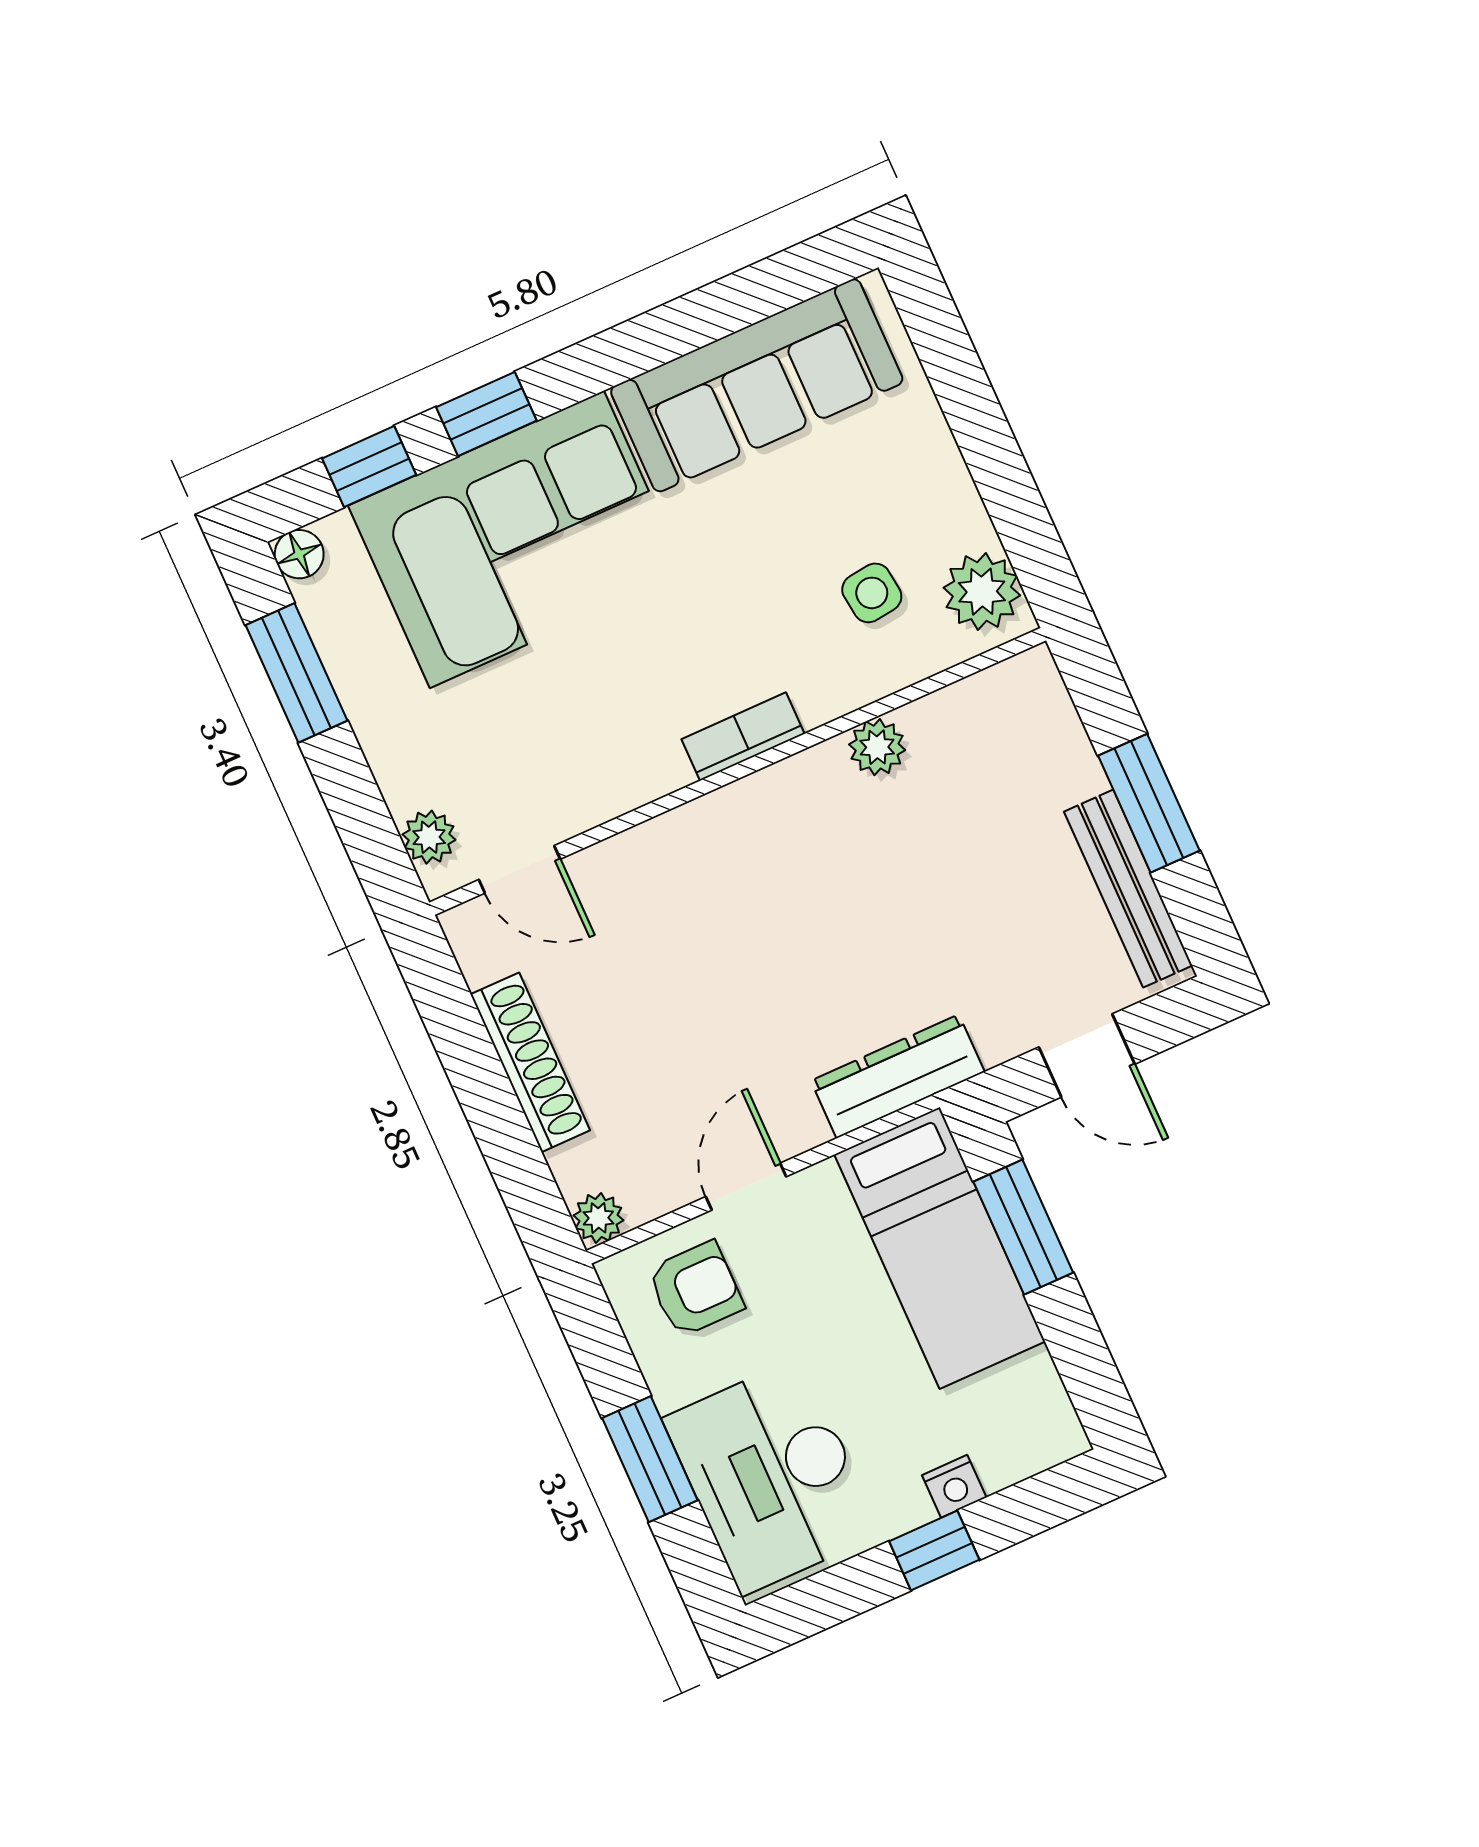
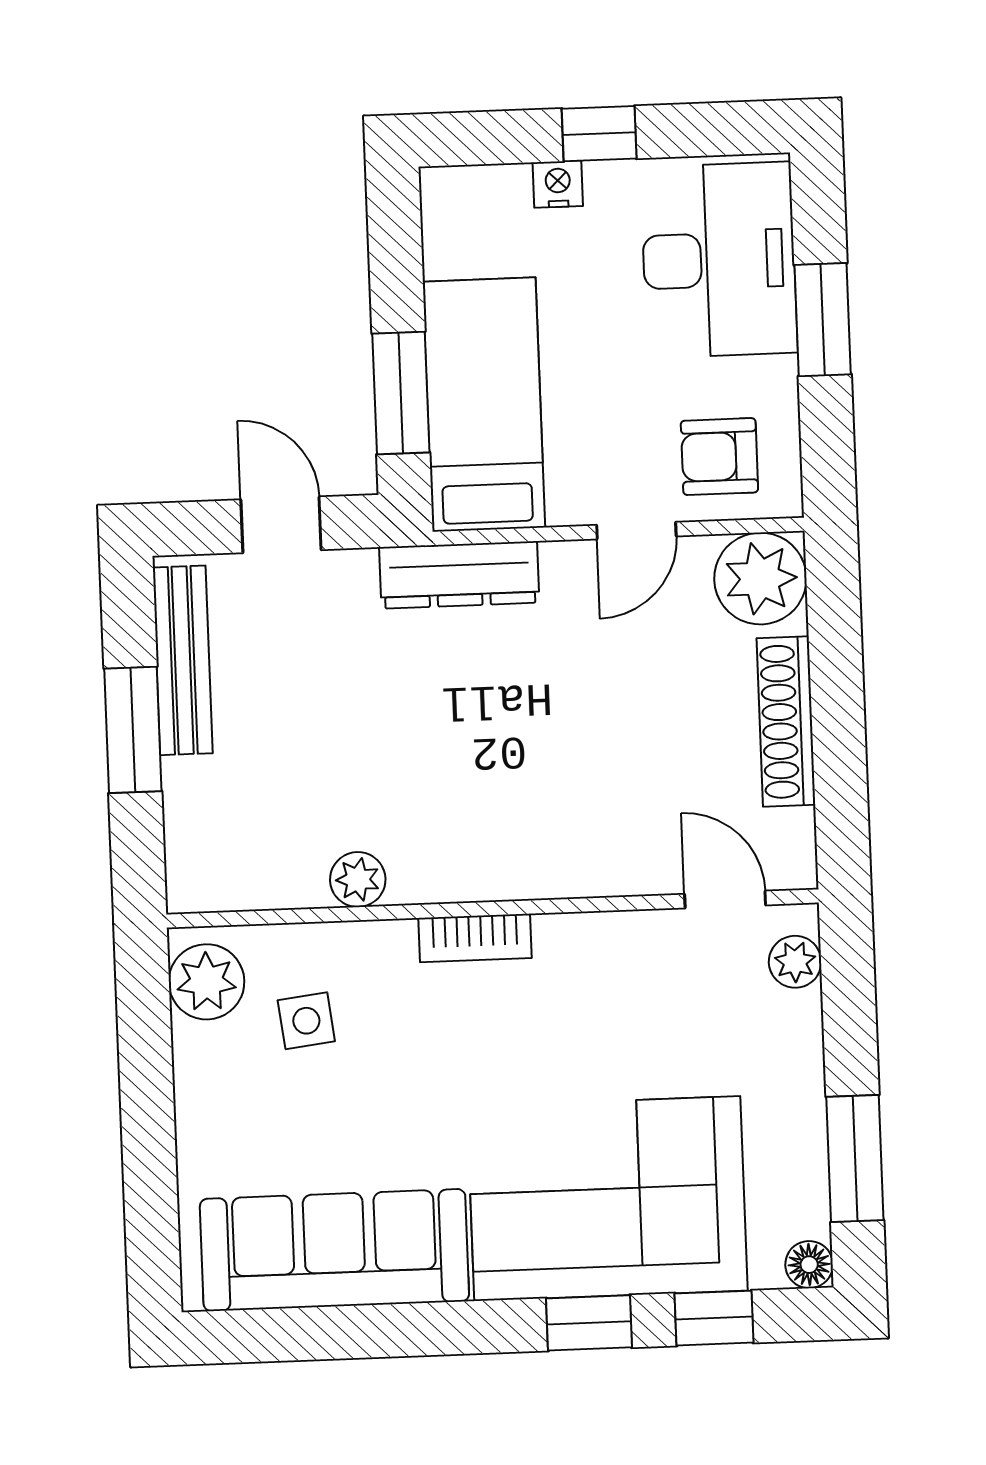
plant: (598, 1218) -> (760, 578), width x1.88, depth x1.88

